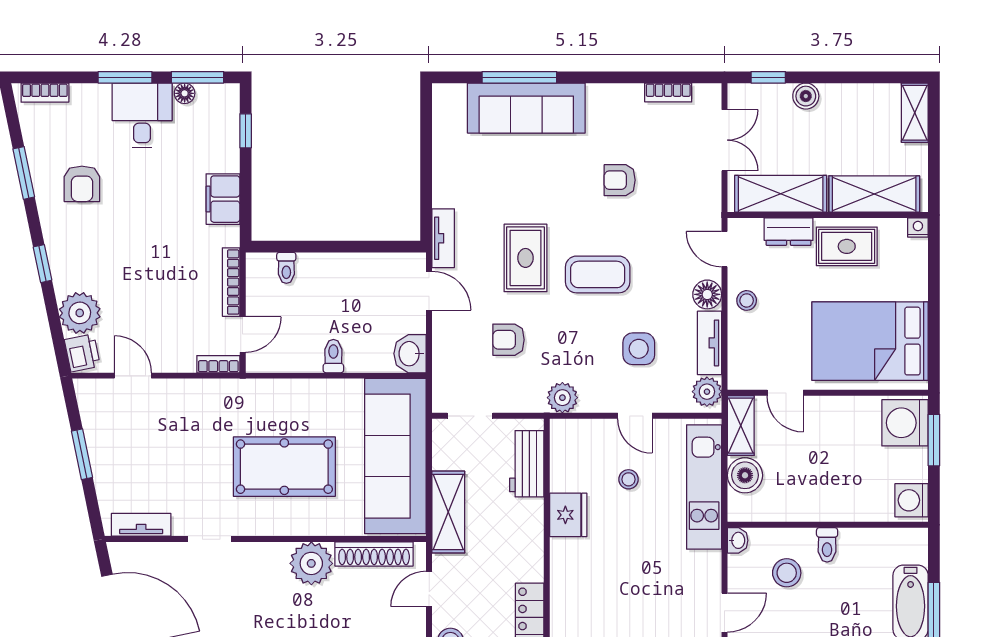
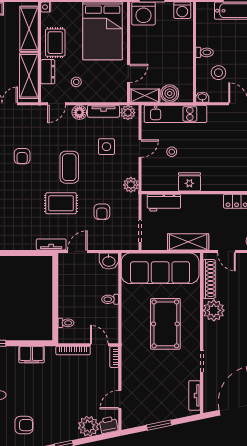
stool: (747, 300) -> (76, 82), moved

